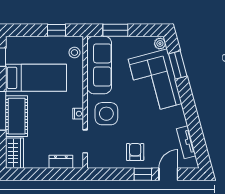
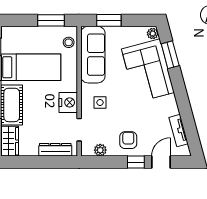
window: (57, 30) -> (51, 20), width x1.50
nightstand: (78, 114) -> (68, 102), width x1.89, depth x1.79
side table: (106, 114) -> (100, 102), width x0.54, depth x0.54
dresser: (61, 162) -> (55, 150), width x1.44
plant: (107, 162) -> (100, 150), added

